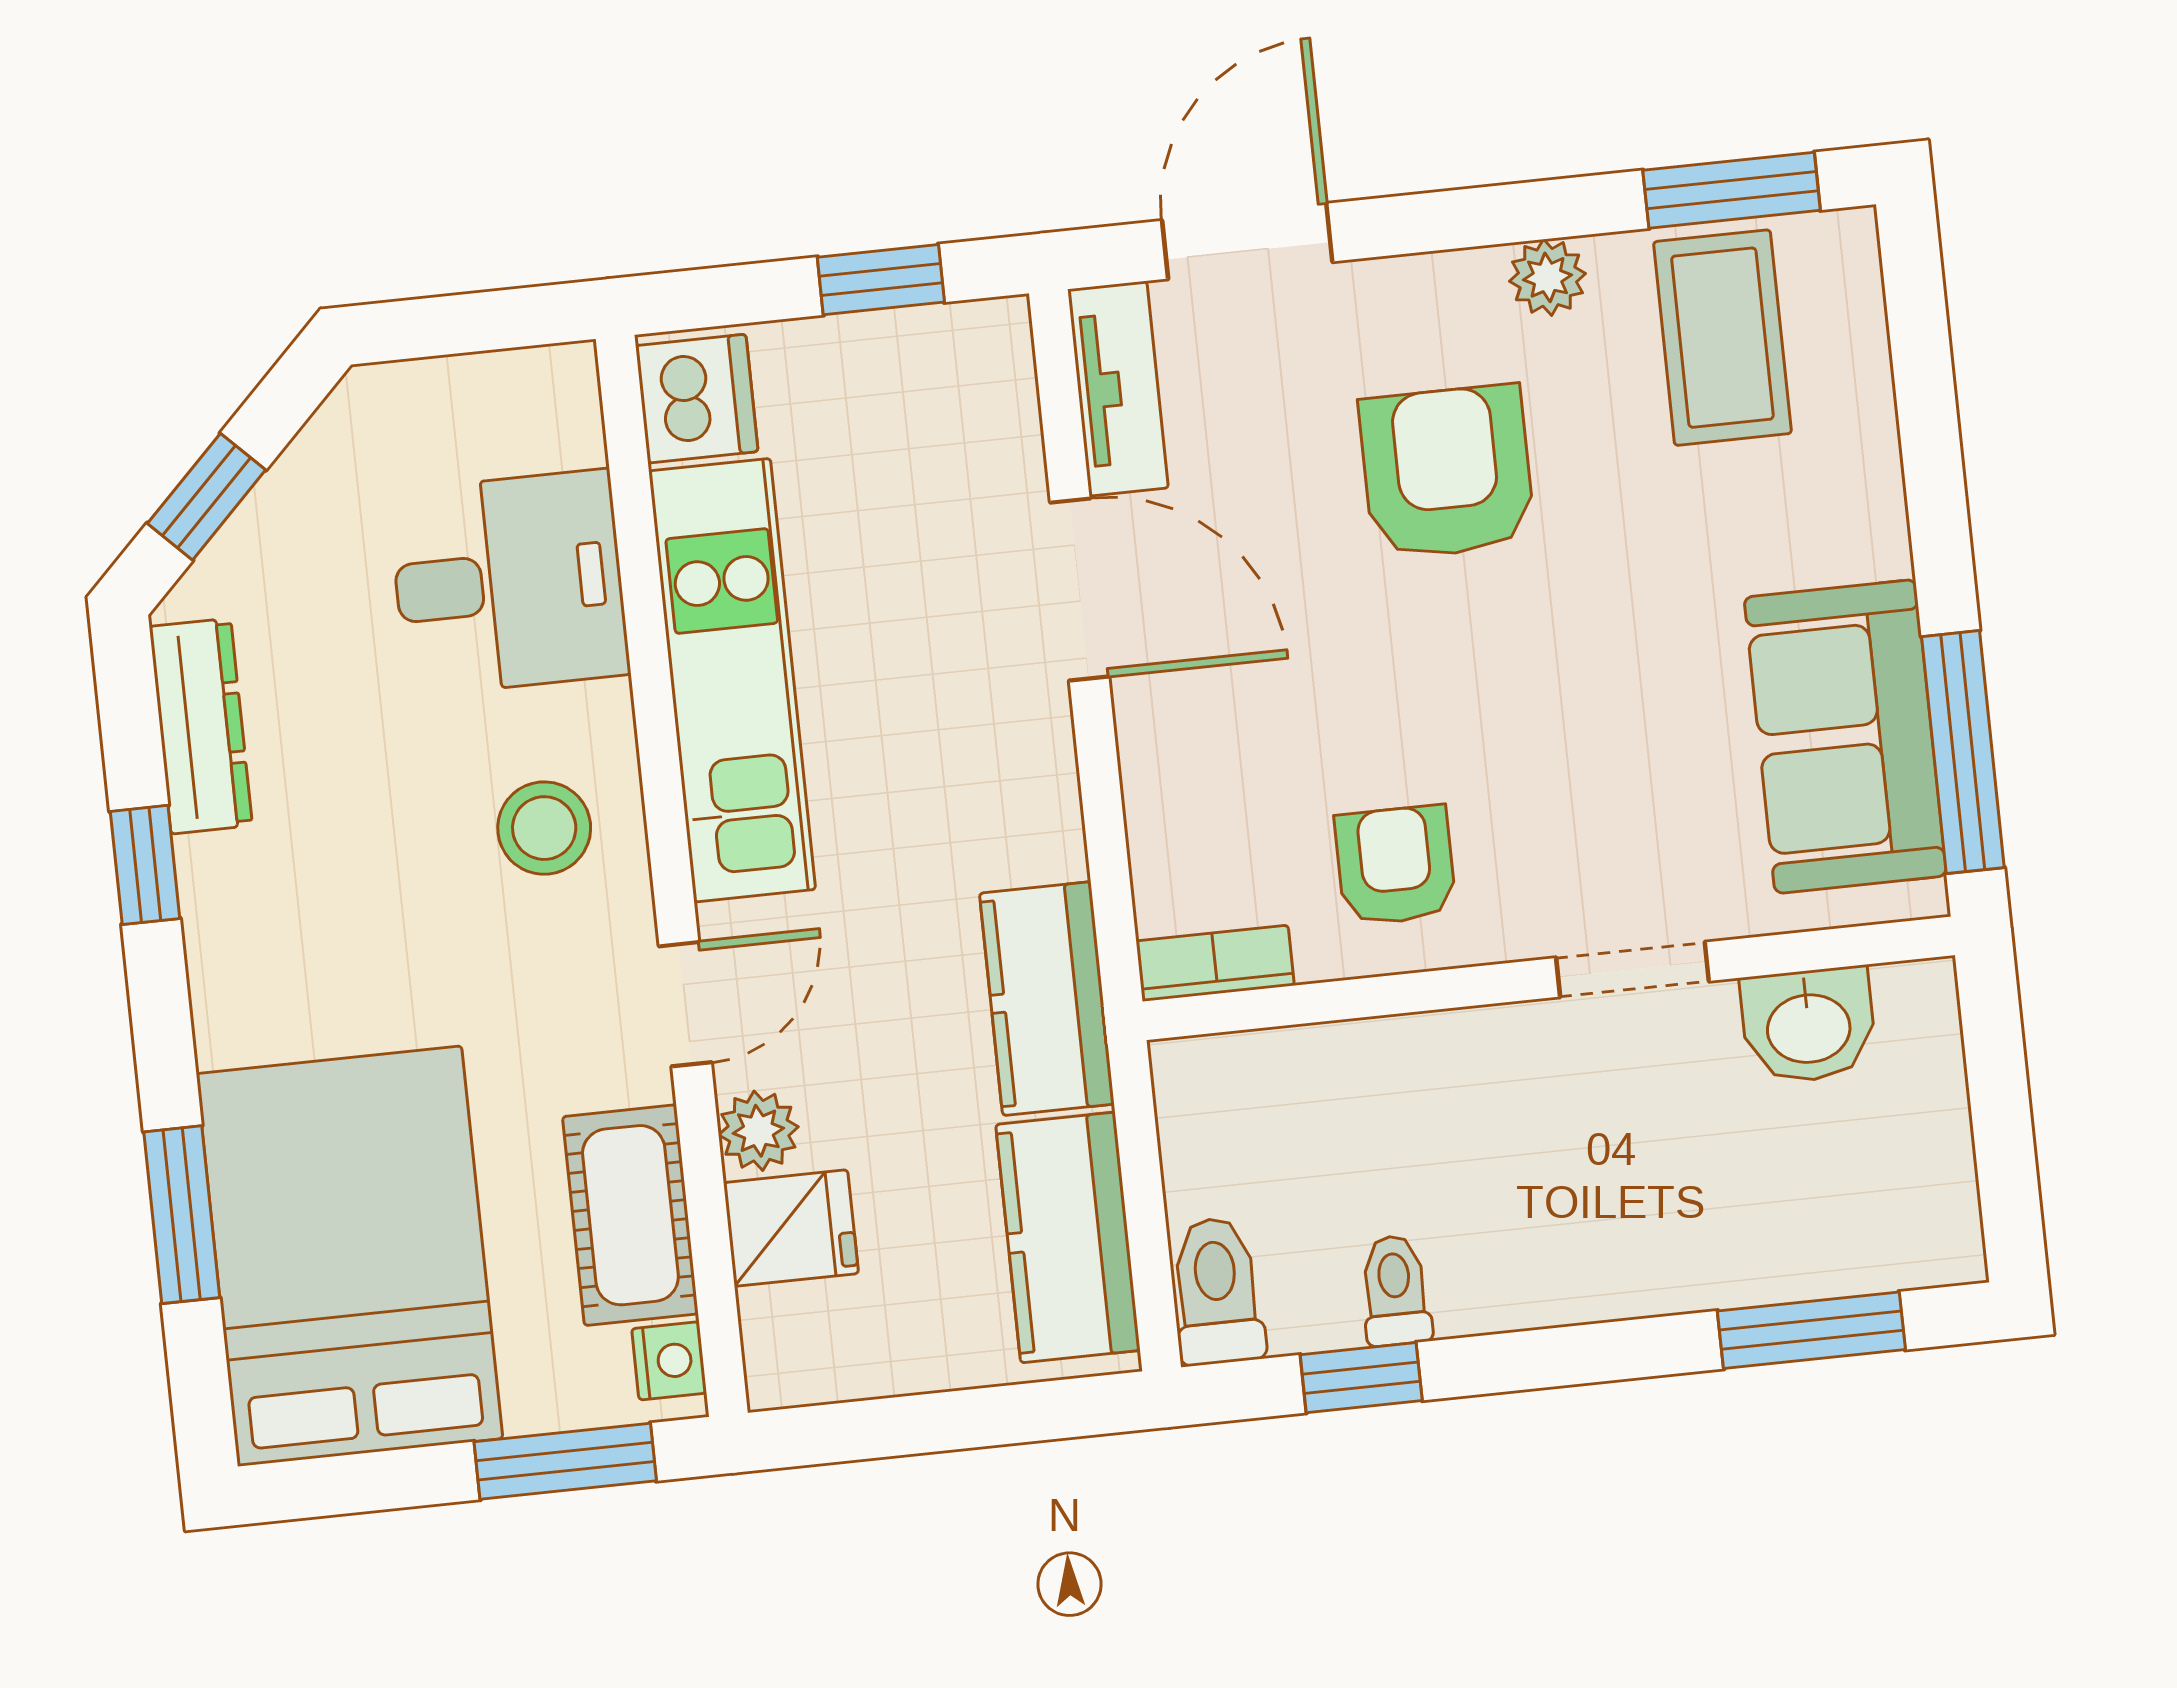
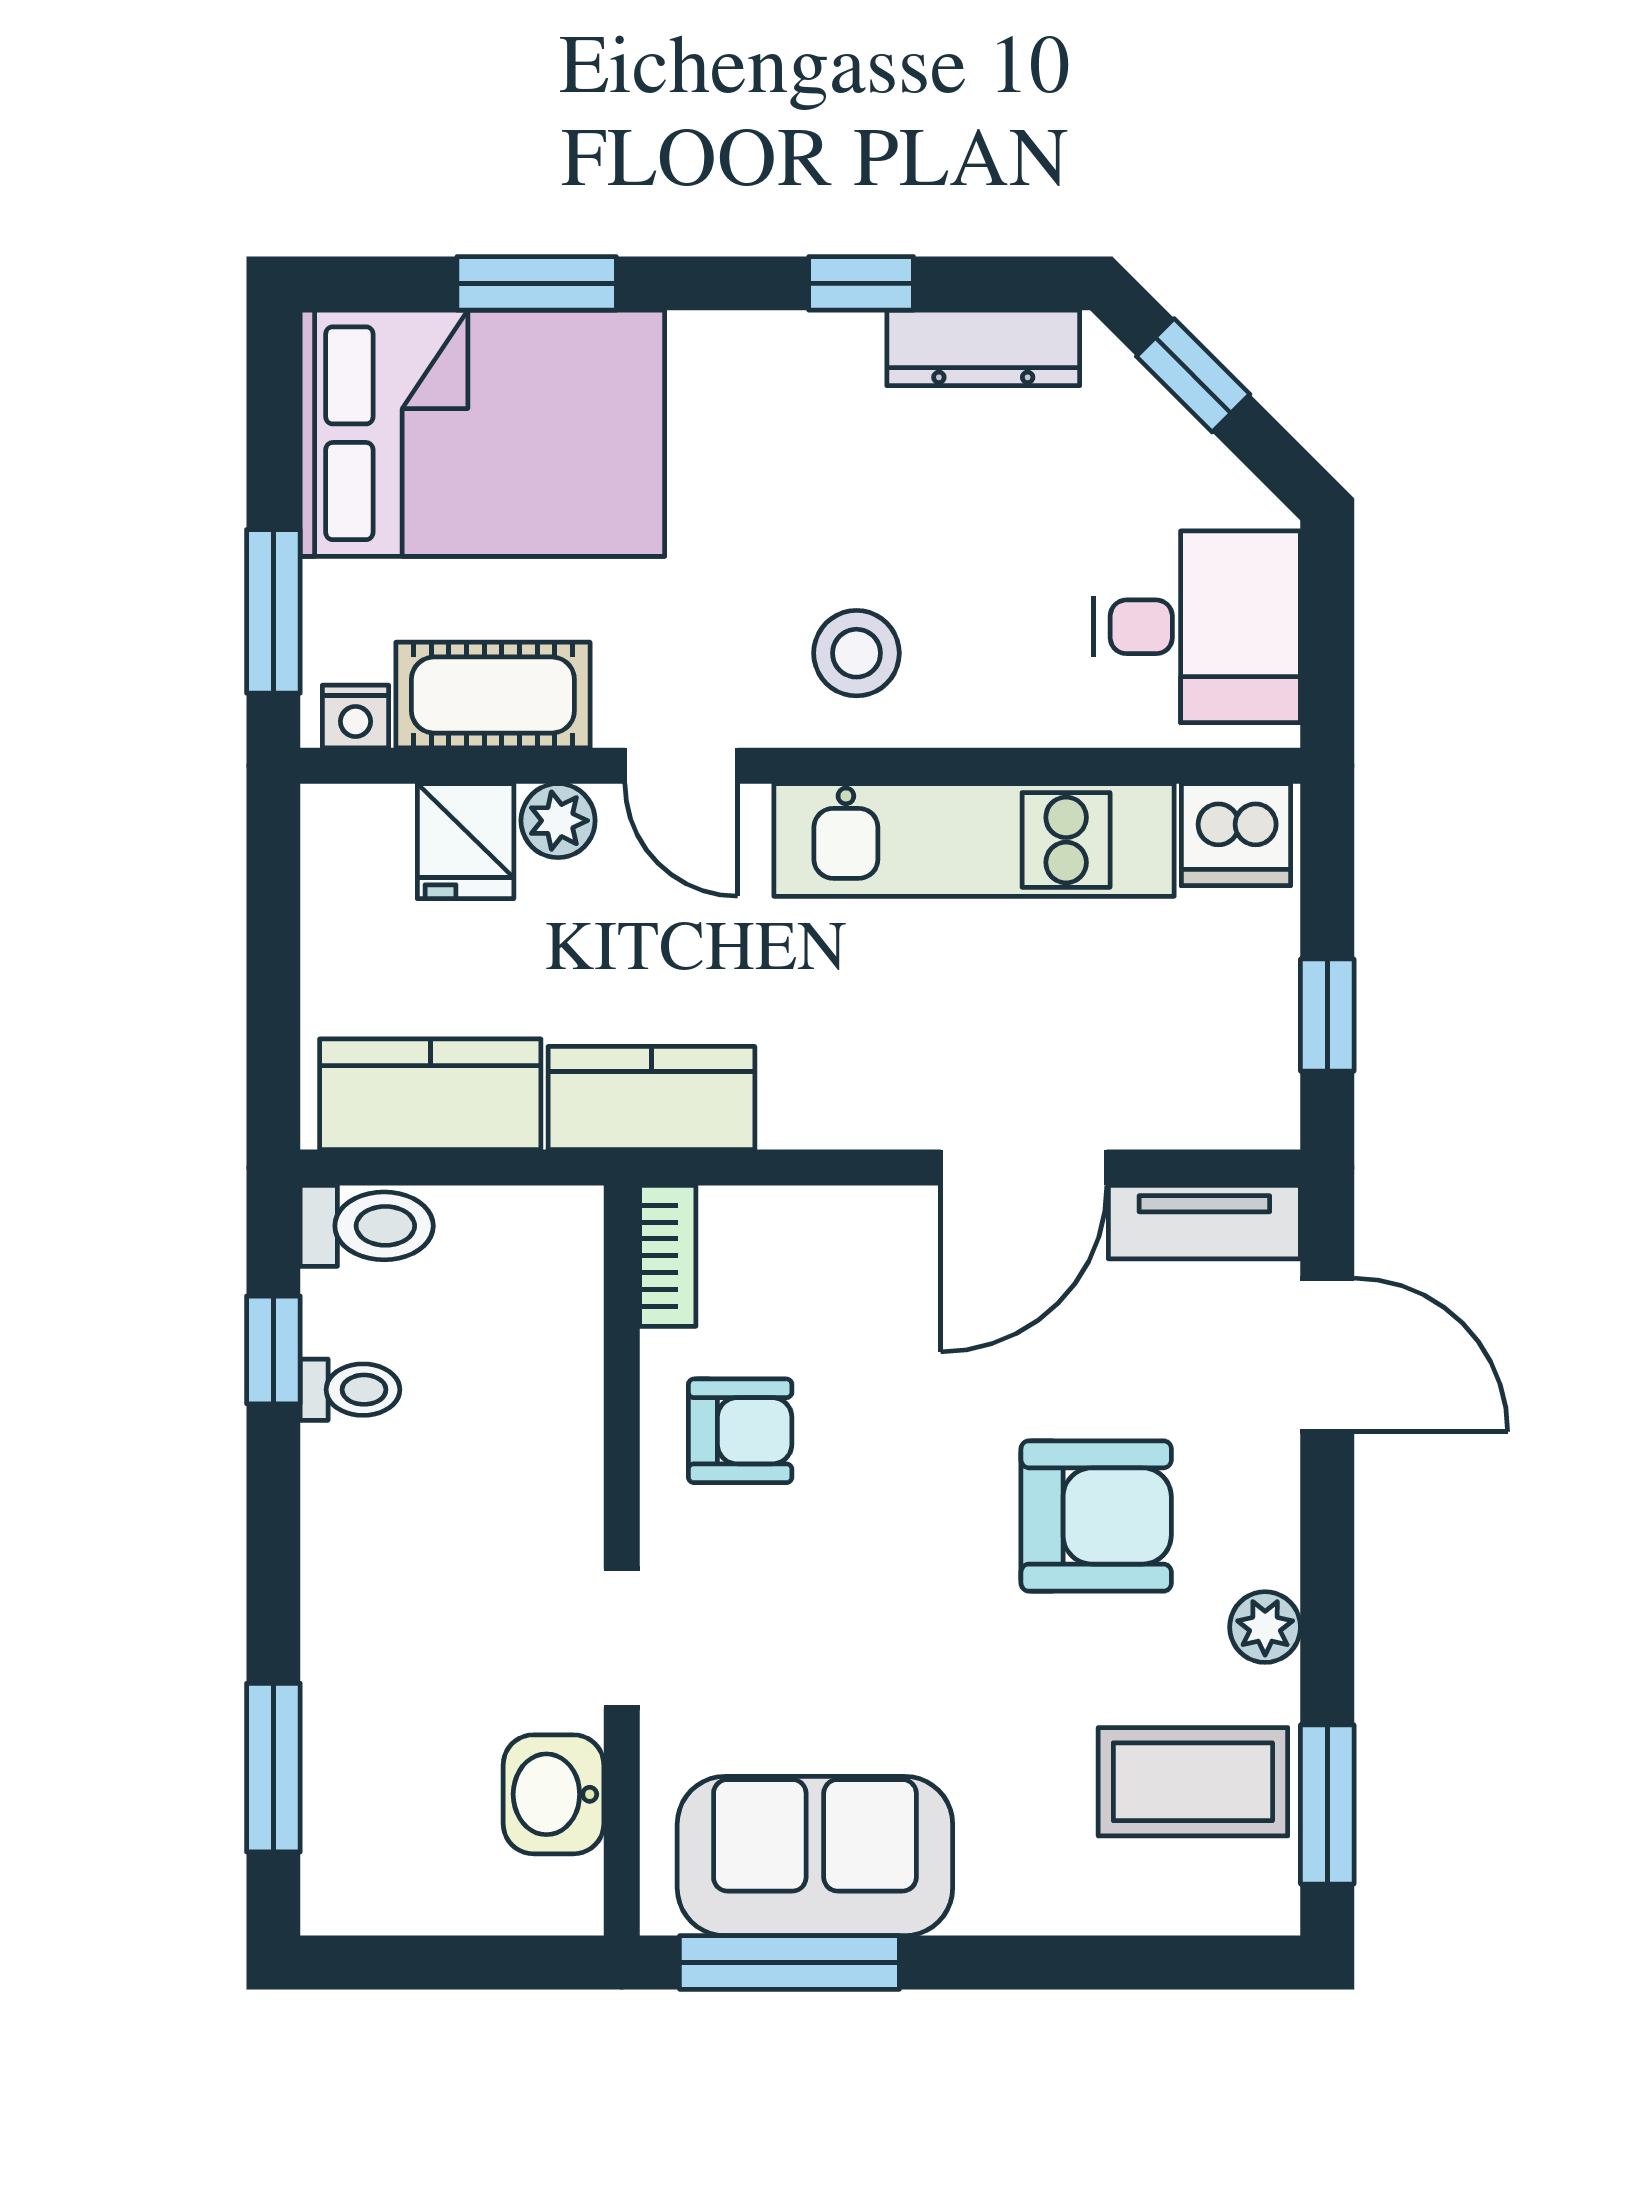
desk: (509, 583) -> (1197, 627), moved, turned -90

